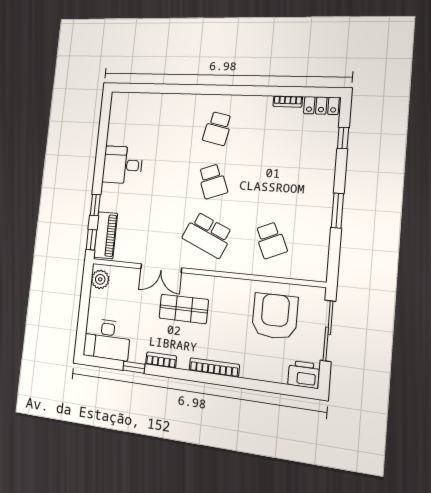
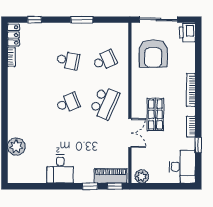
plant: (159, 105) -> (16, 147), added
school desk: (218, 128) -> (68, 60), moved
armchair: (275, 316) -> (153, 54), turned -90

